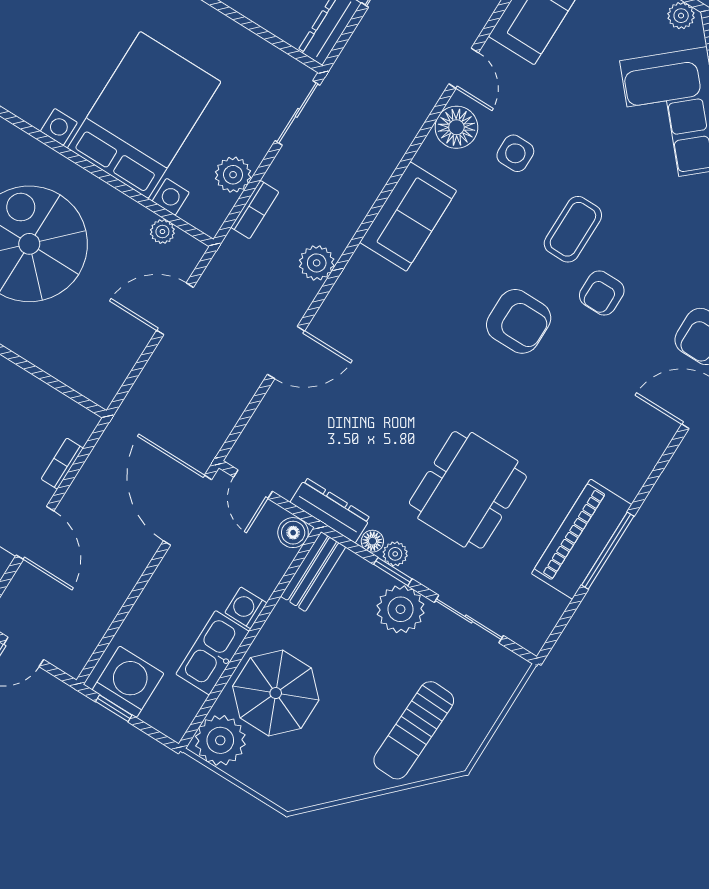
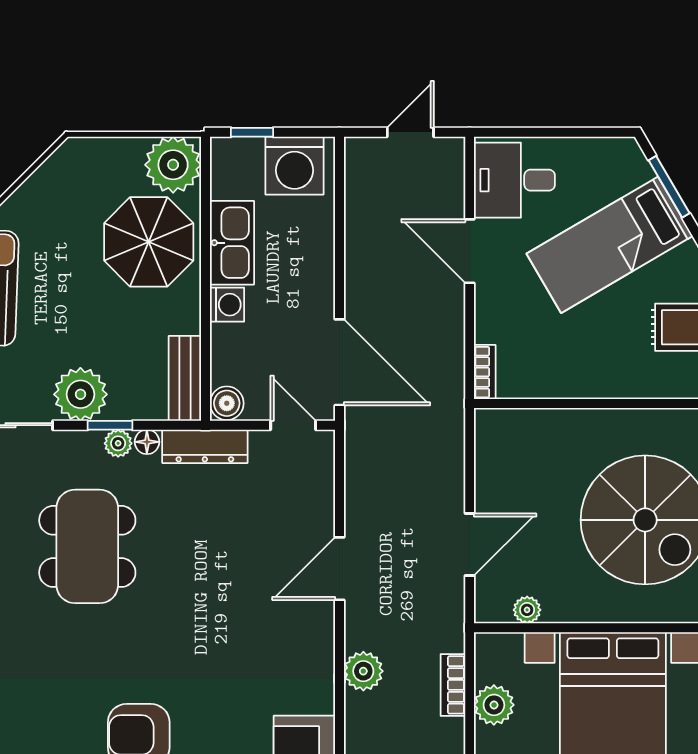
bookcase: (62, 464) -> (485, 372), moved
window: (114, 708) -> (252, 132), moved

